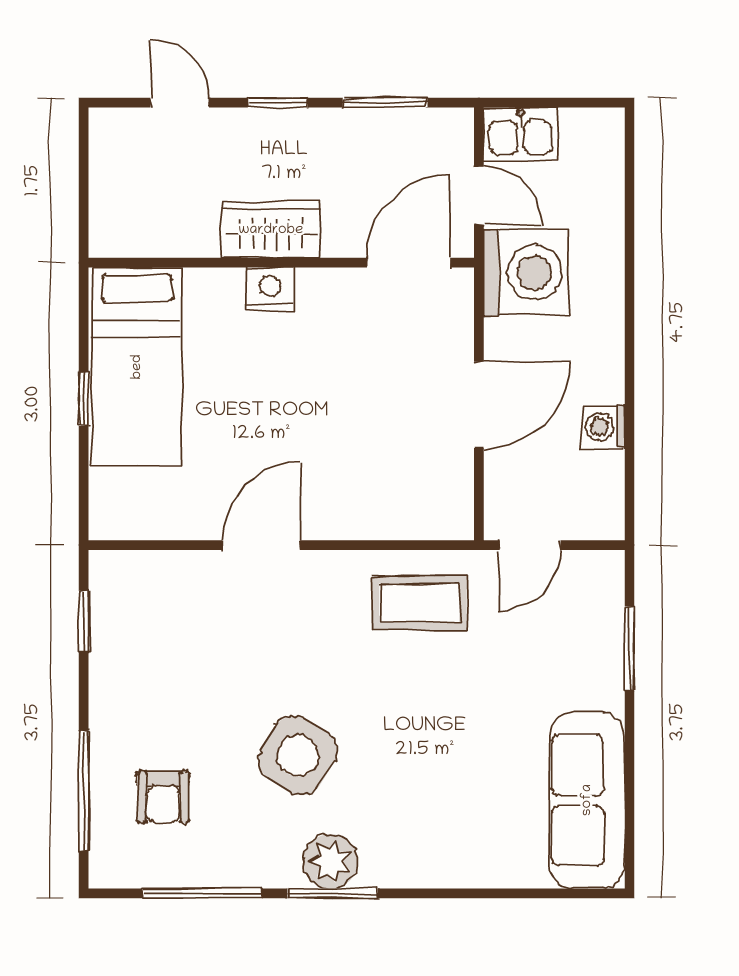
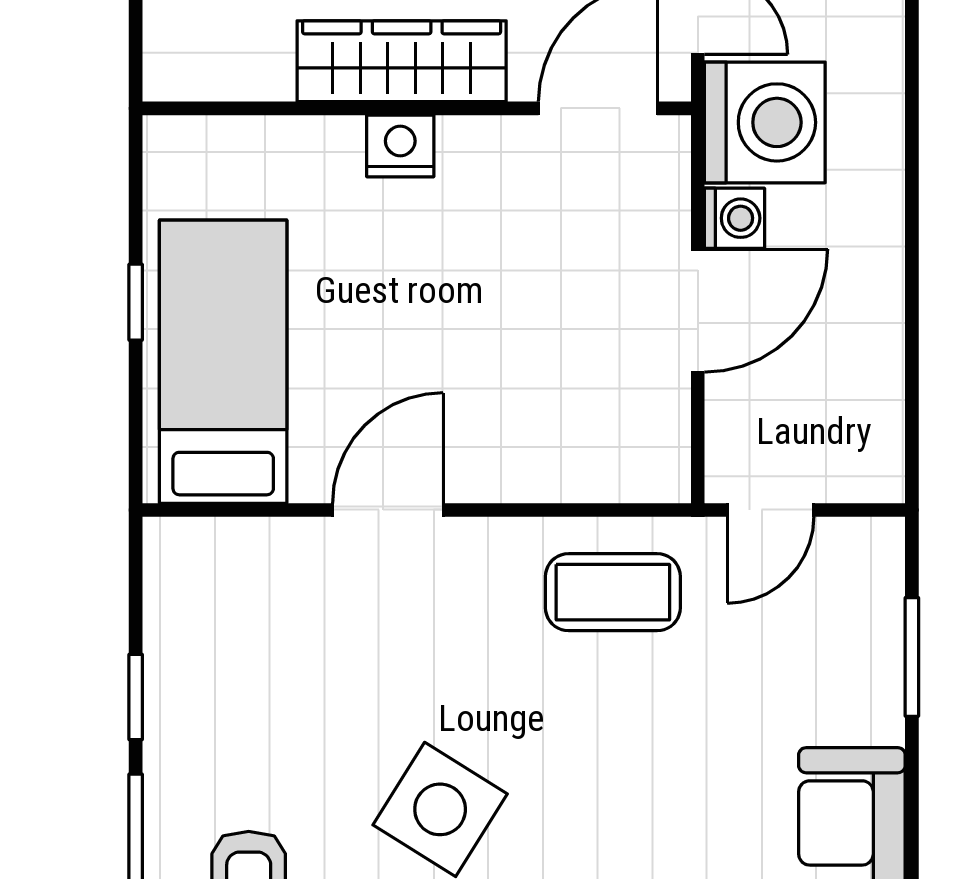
wardrobe: (271, 230) -> (402, 61), width x1.50
bed: (137, 367) -> (223, 362), moved, turned 180
washing machine: (604, 427) -> (735, 218), moved, turned 180
window: (84, 621) -> (136, 697), moved

